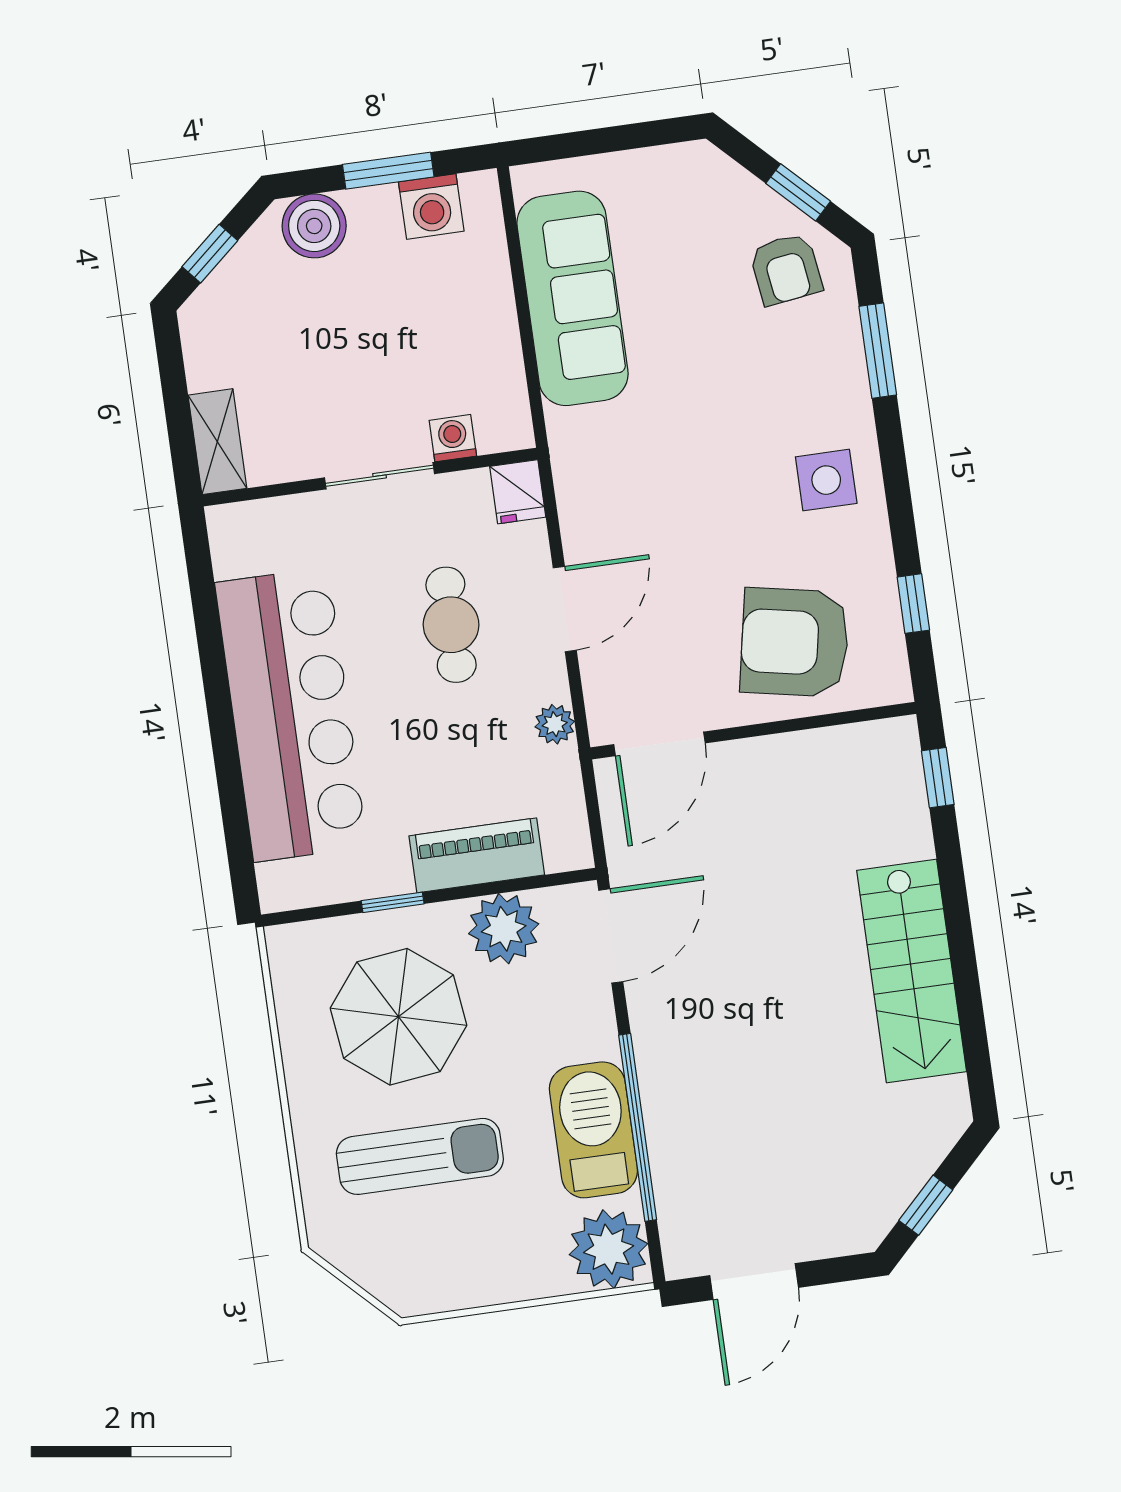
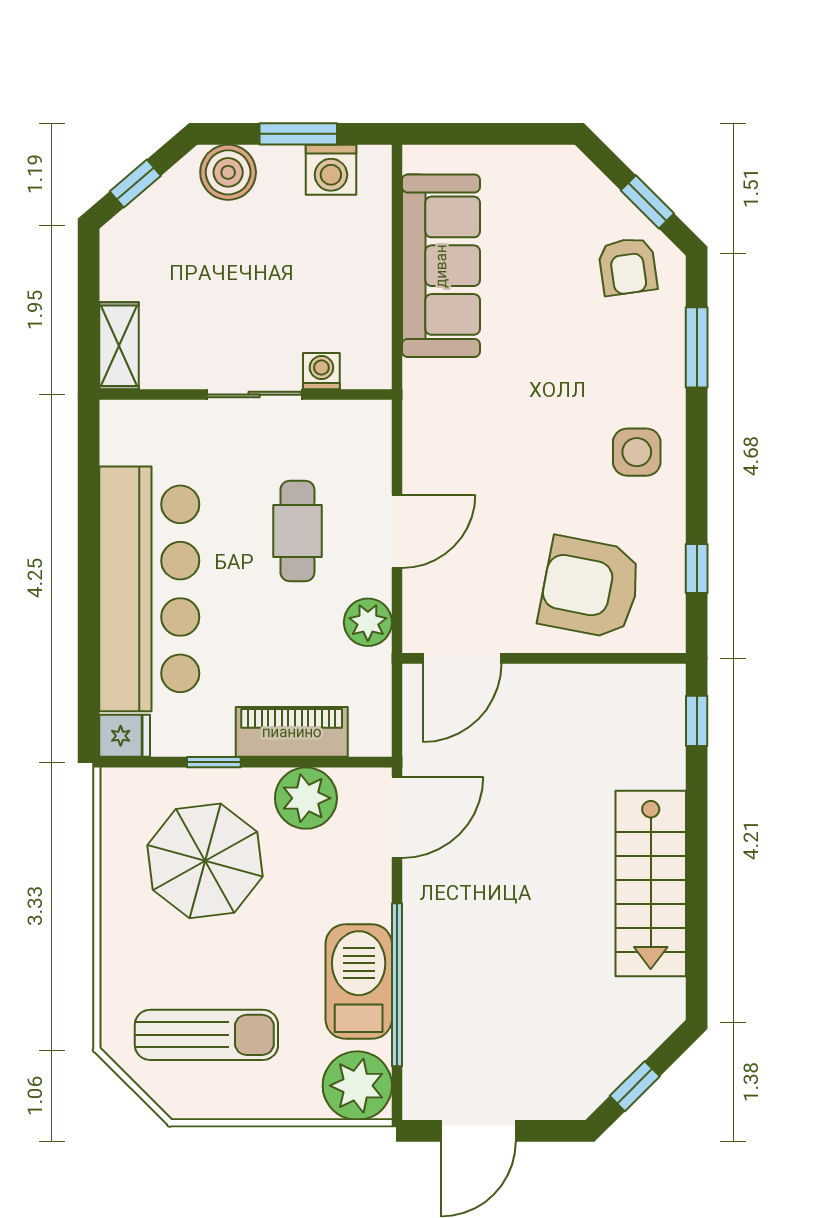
fridge: (518, 492) -> (125, 736), moved, turned -90
plant: (555, 724) -> (368, 622), width x1.38, depth x1.38
sun lounger: (420, 1156) -> (206, 1035), moved

